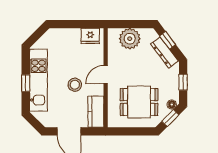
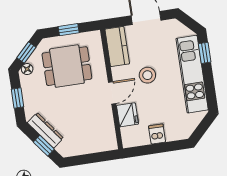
dishwasher: (74, 36) -> (157, 134), added
fridge: (90, 36) -> (127, 115), moved, turned 90
plant: (130, 39) -> (90, 141), removed
window: (26, 83) -> (205, 53), moved
window: (133, 131) -> (69, 30), added

